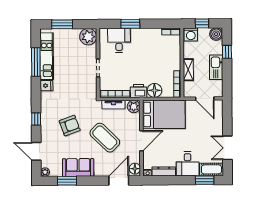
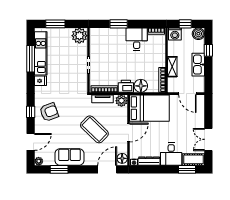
desk: (119, 40) -> (137, 39), moved
armchair: (70, 126) -> (49, 112), moved
door: (36, 151) -> (31, 142), swing flipped

